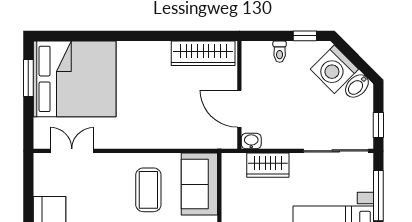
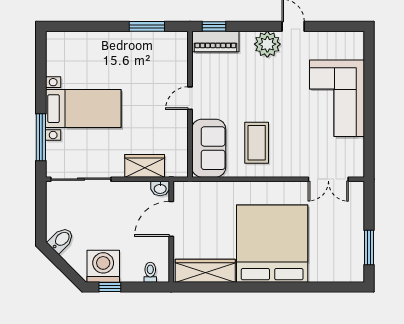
toilet: (280, 52) -> (150, 272), moved
washing machine: (334, 69) -> (103, 266), moved, turned -45
bed: (75, 79) -> (272, 244), moved, turned 90
door: (239, 109) -> (171, 219), swing flipped
window: (378, 125) -> (41, 203), removed

